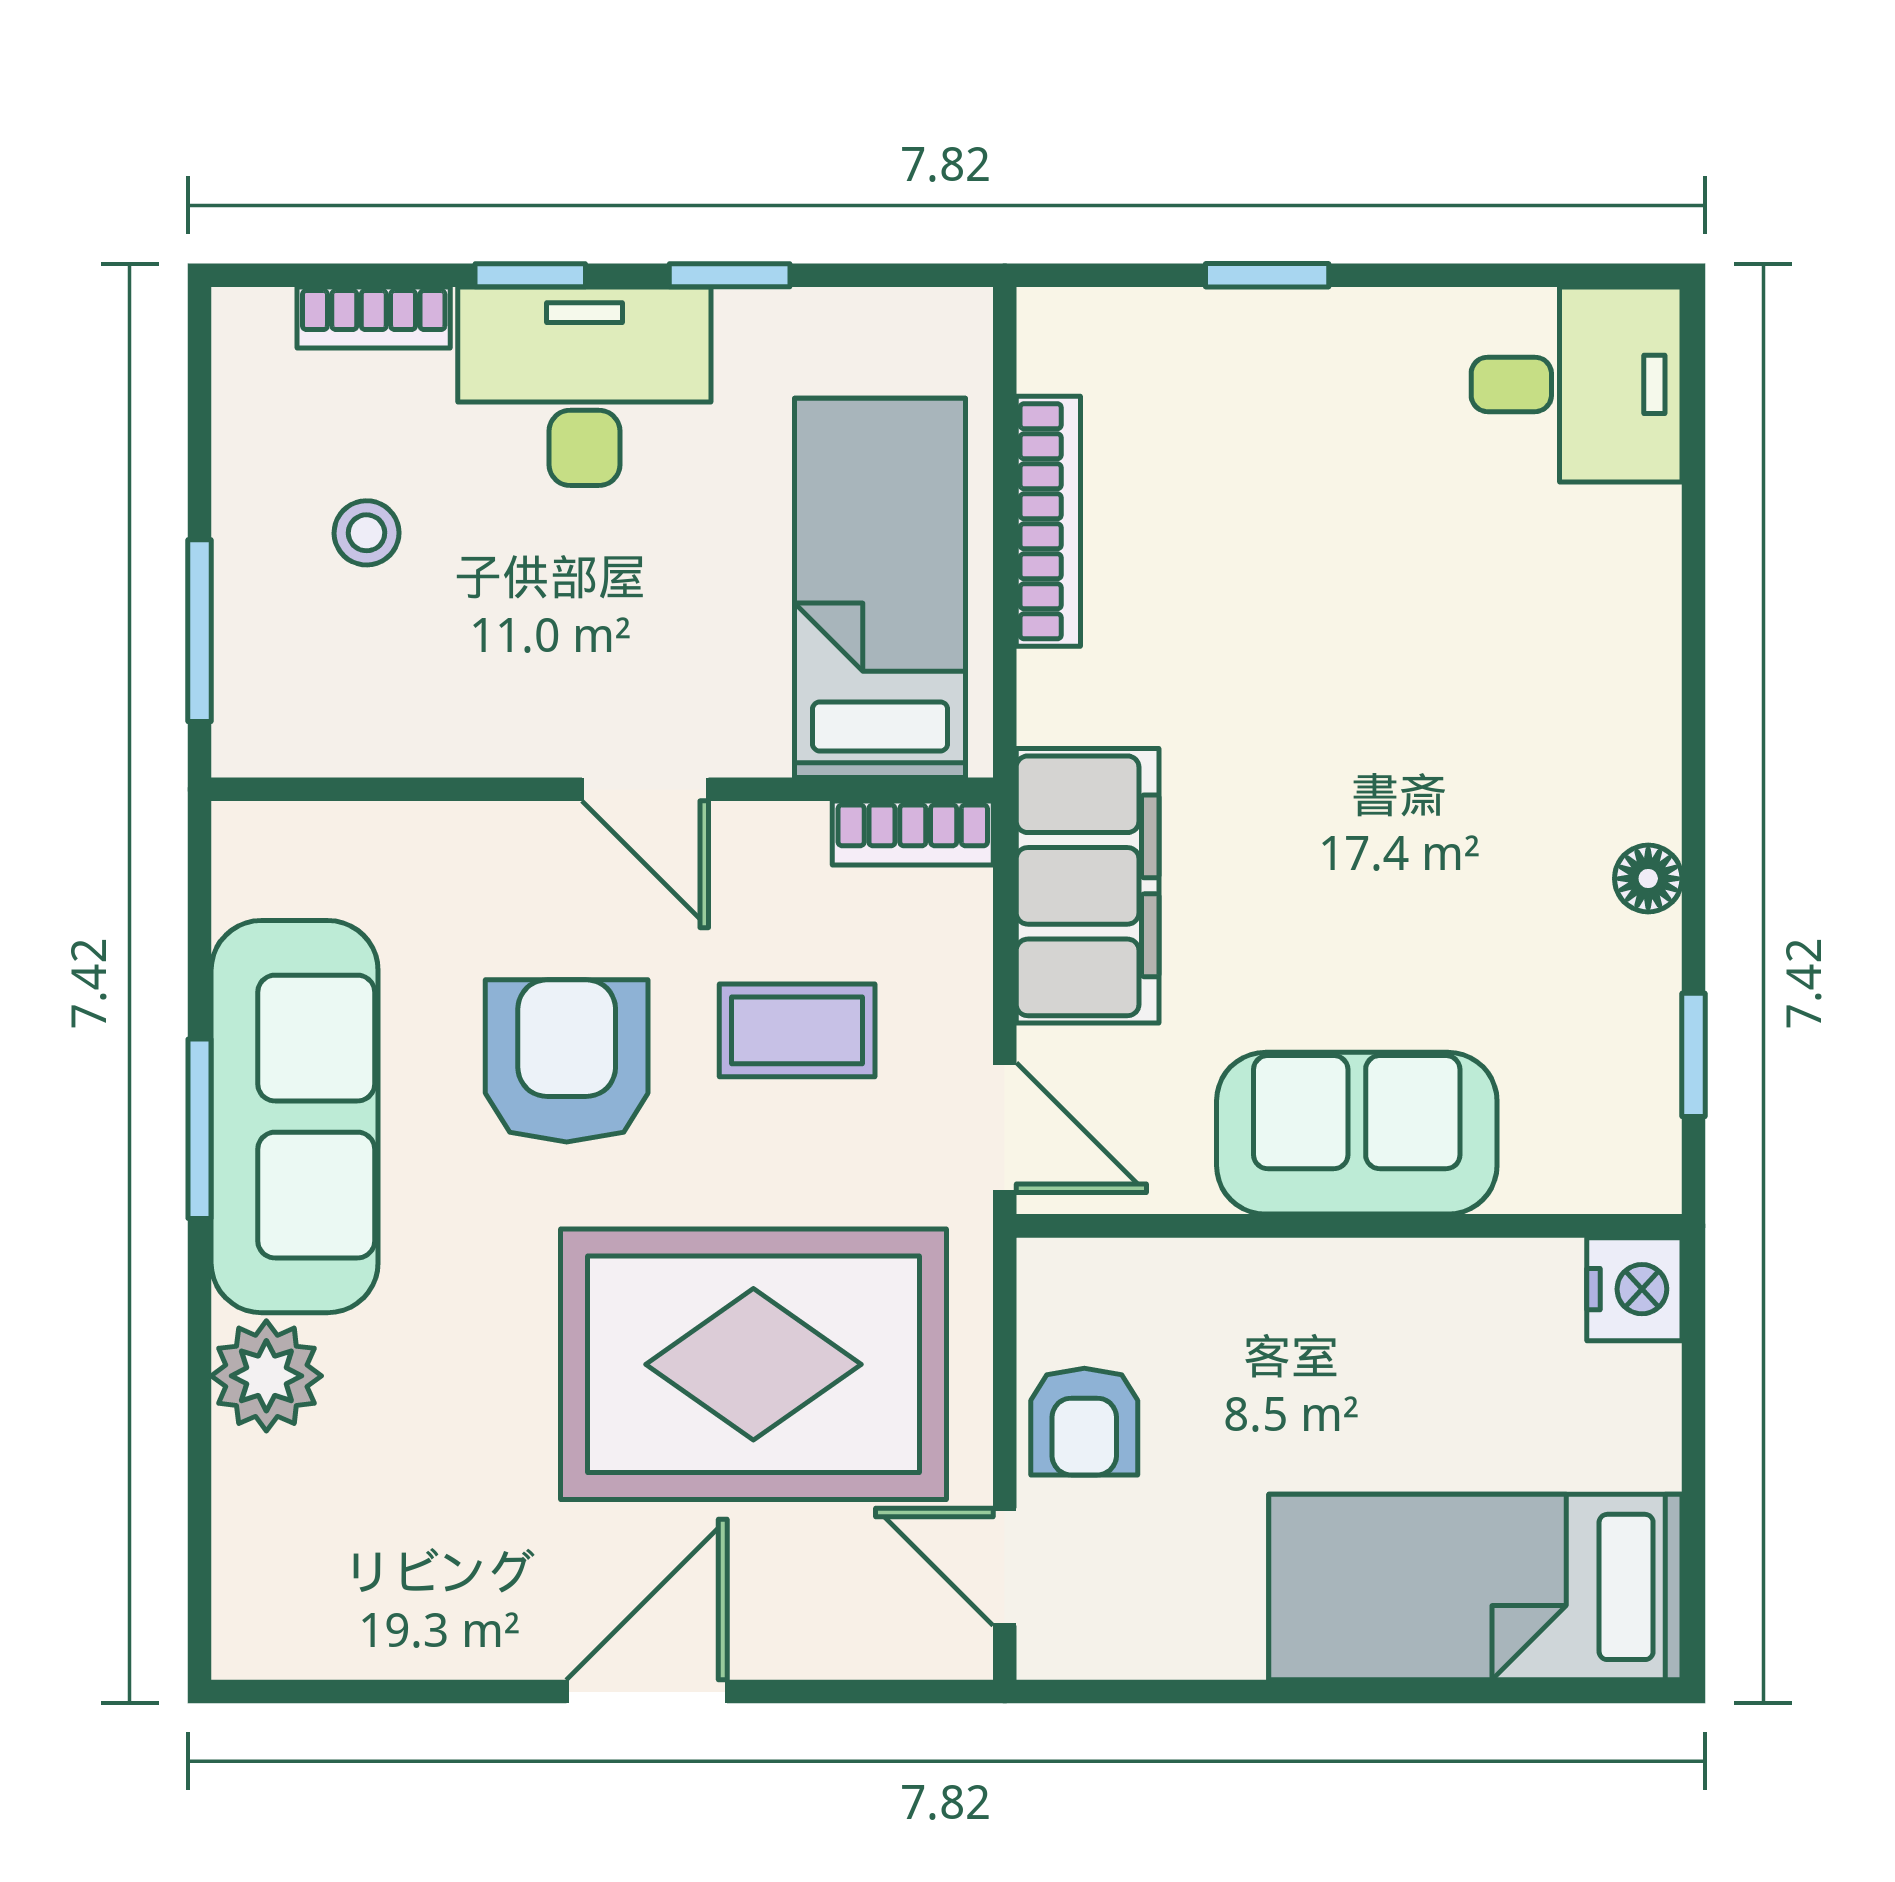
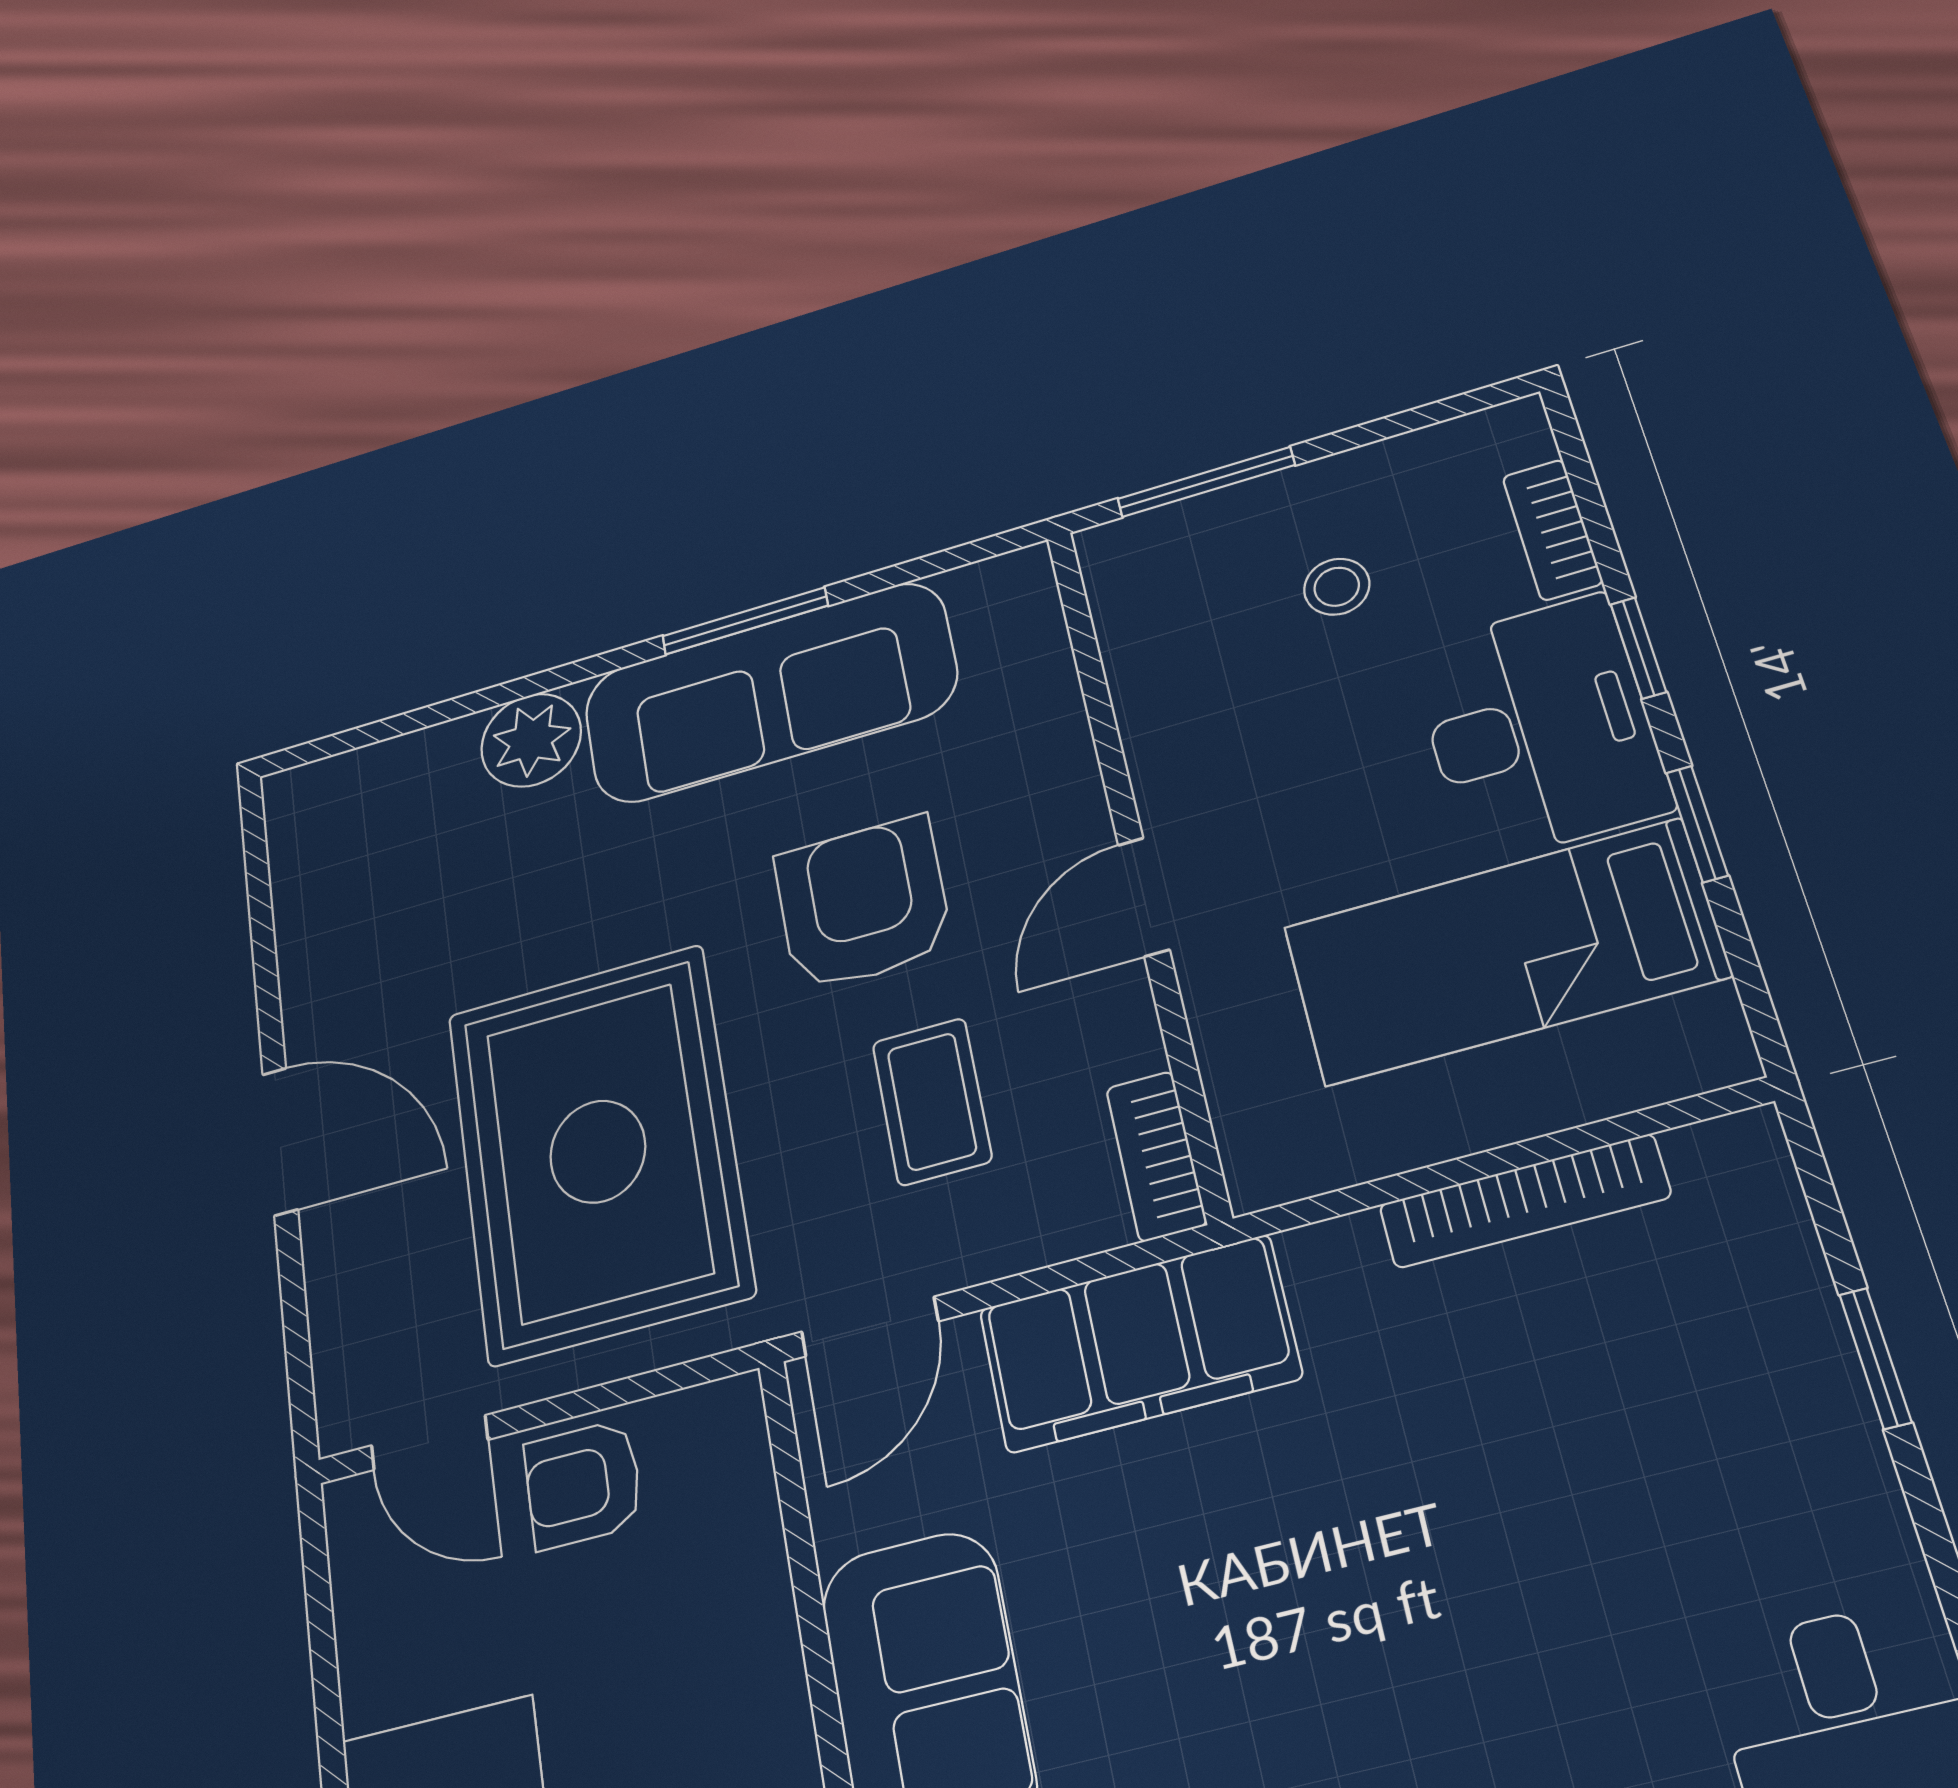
bed: (880, 588) -> (1504, 952), moved, turned 180
armchair: (567, 1061) -> (863, 904), turned -90
door: (1005, 1567) -> (430, 1443), swing flipped

